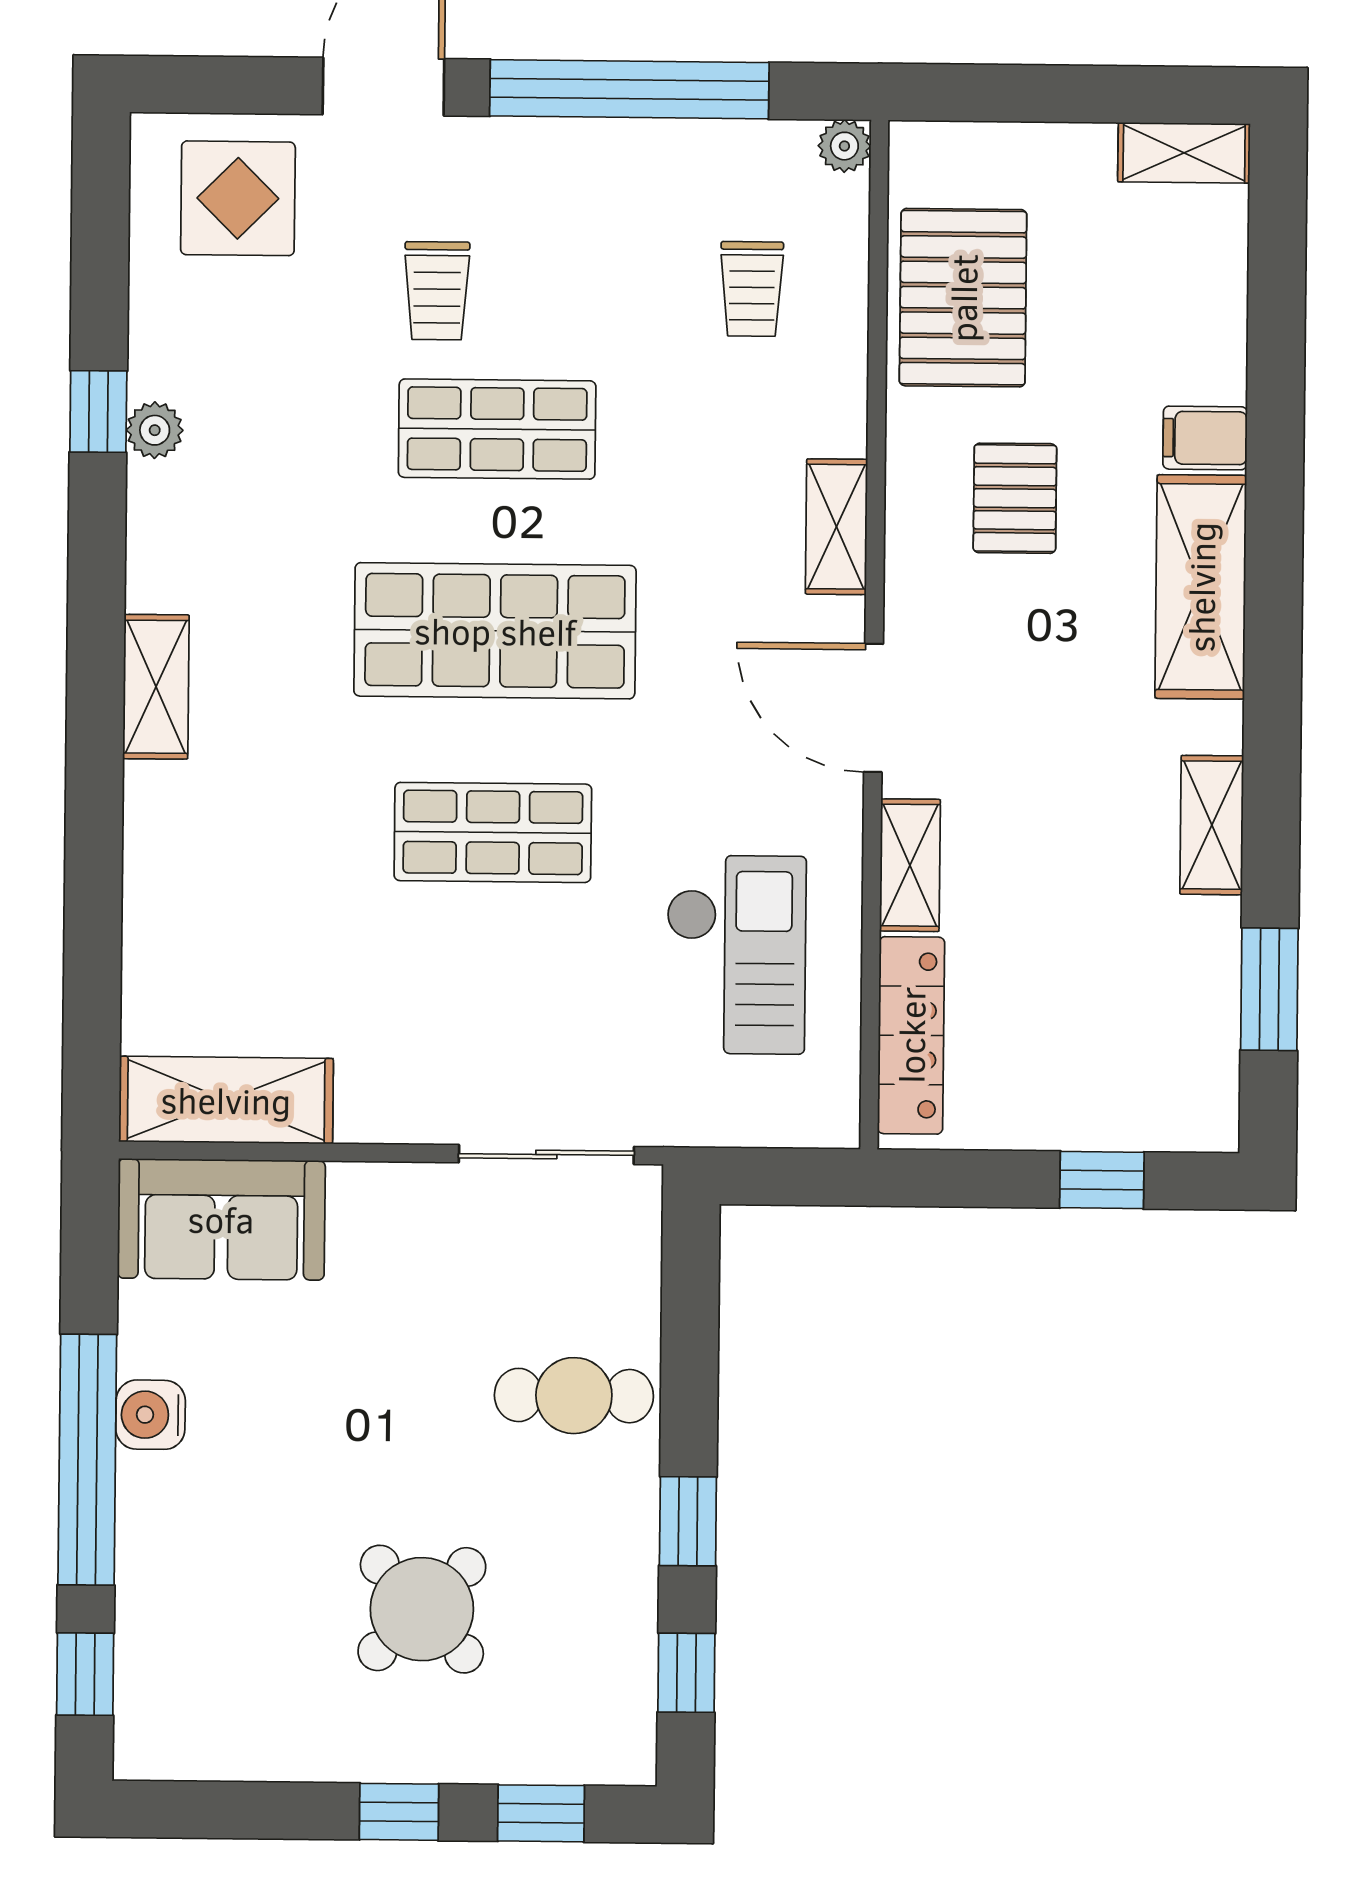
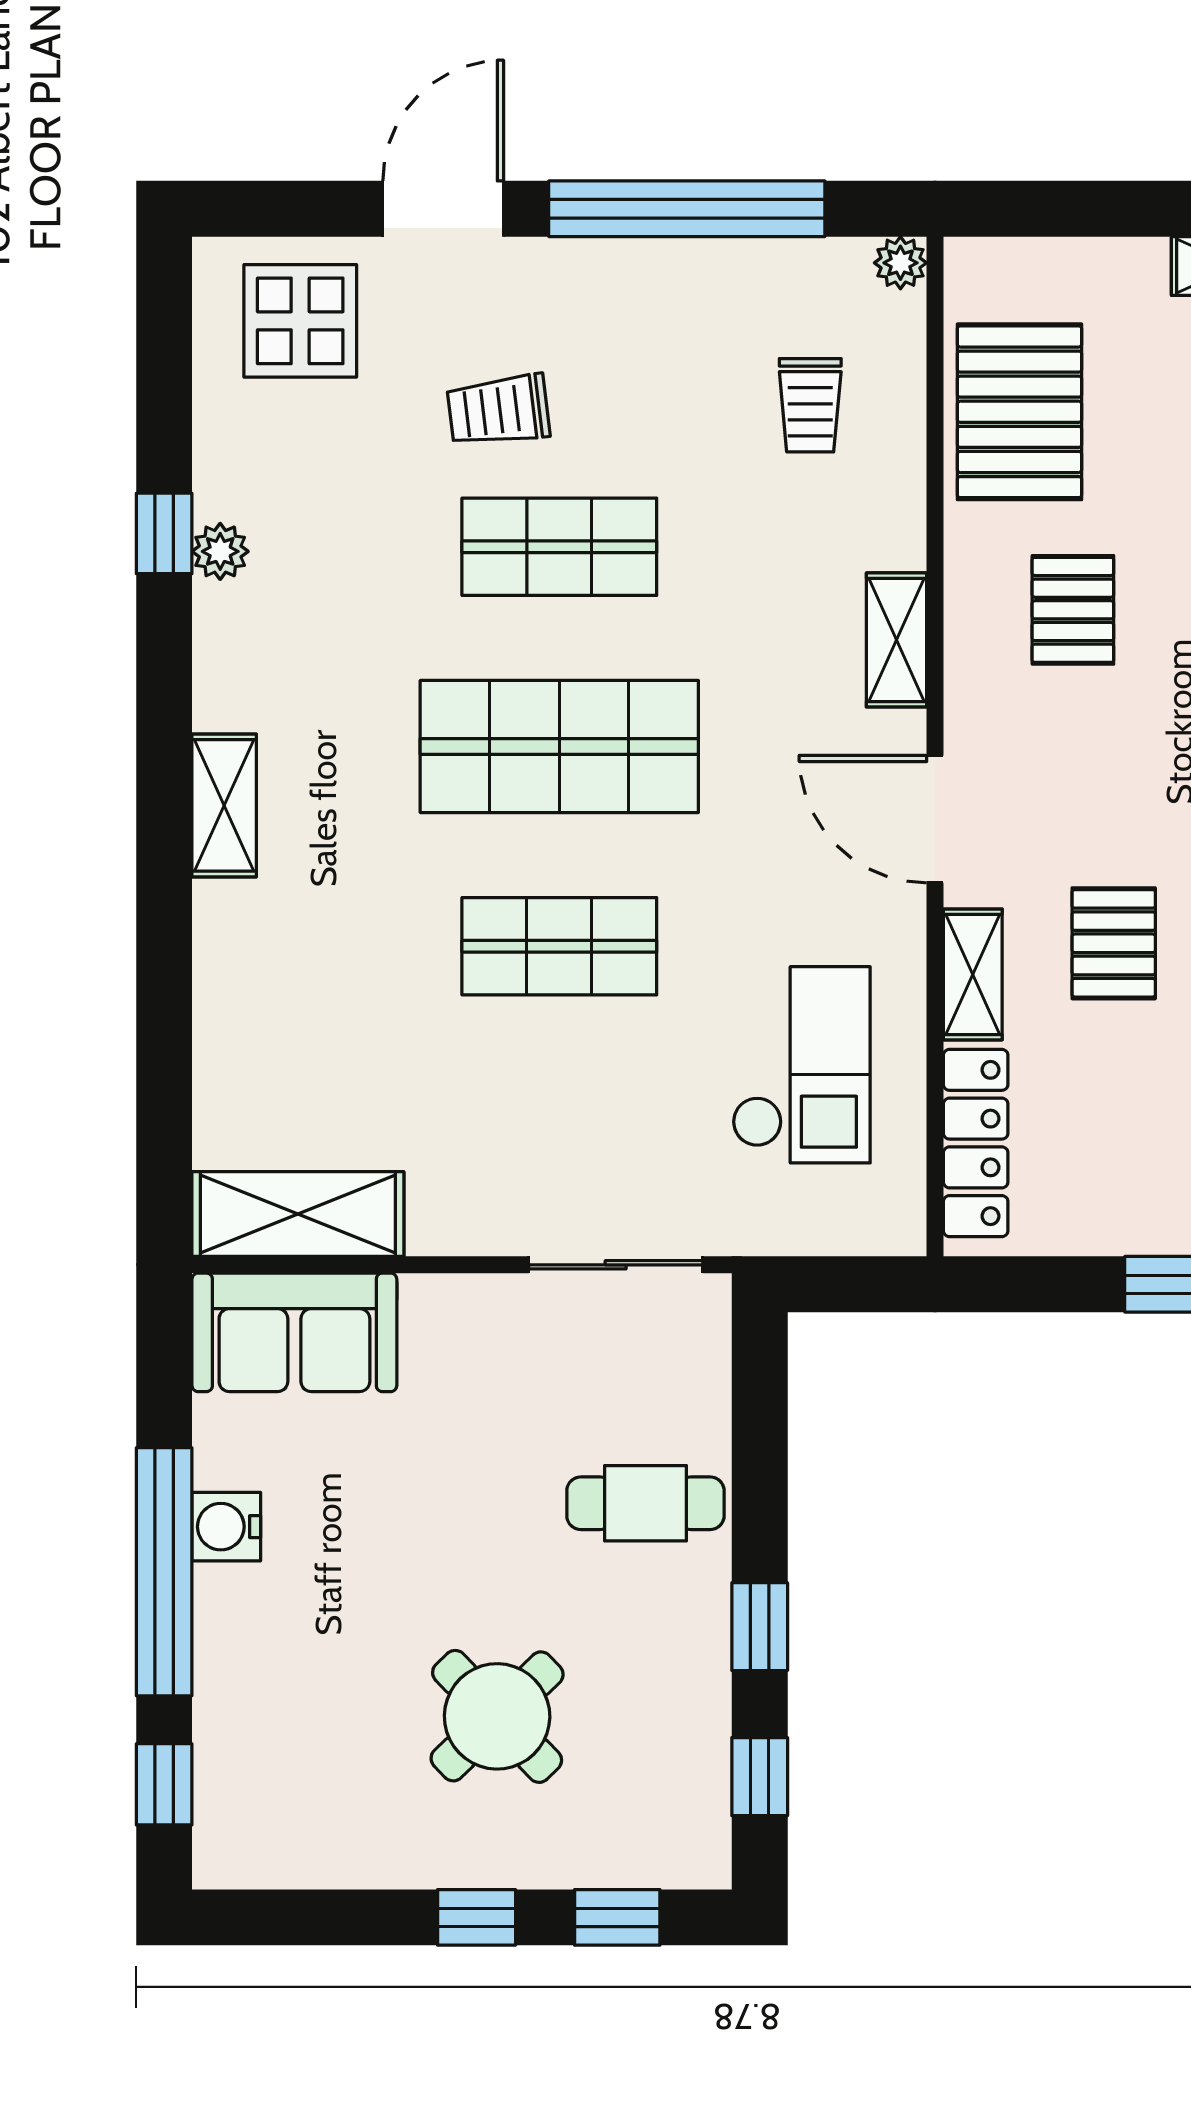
trolley: (437, 291) -> (498, 410), turned 83
pallet: (1053, 835) -> (1114, 943), added

